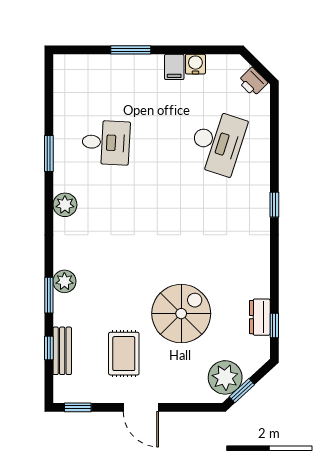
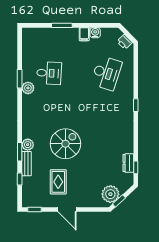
plant: (65, 205) -> (28, 88), moved
spiral stairs: (181, 314) -> (65, 144), moved
bench: (62, 351) -> (26, 164), moved

